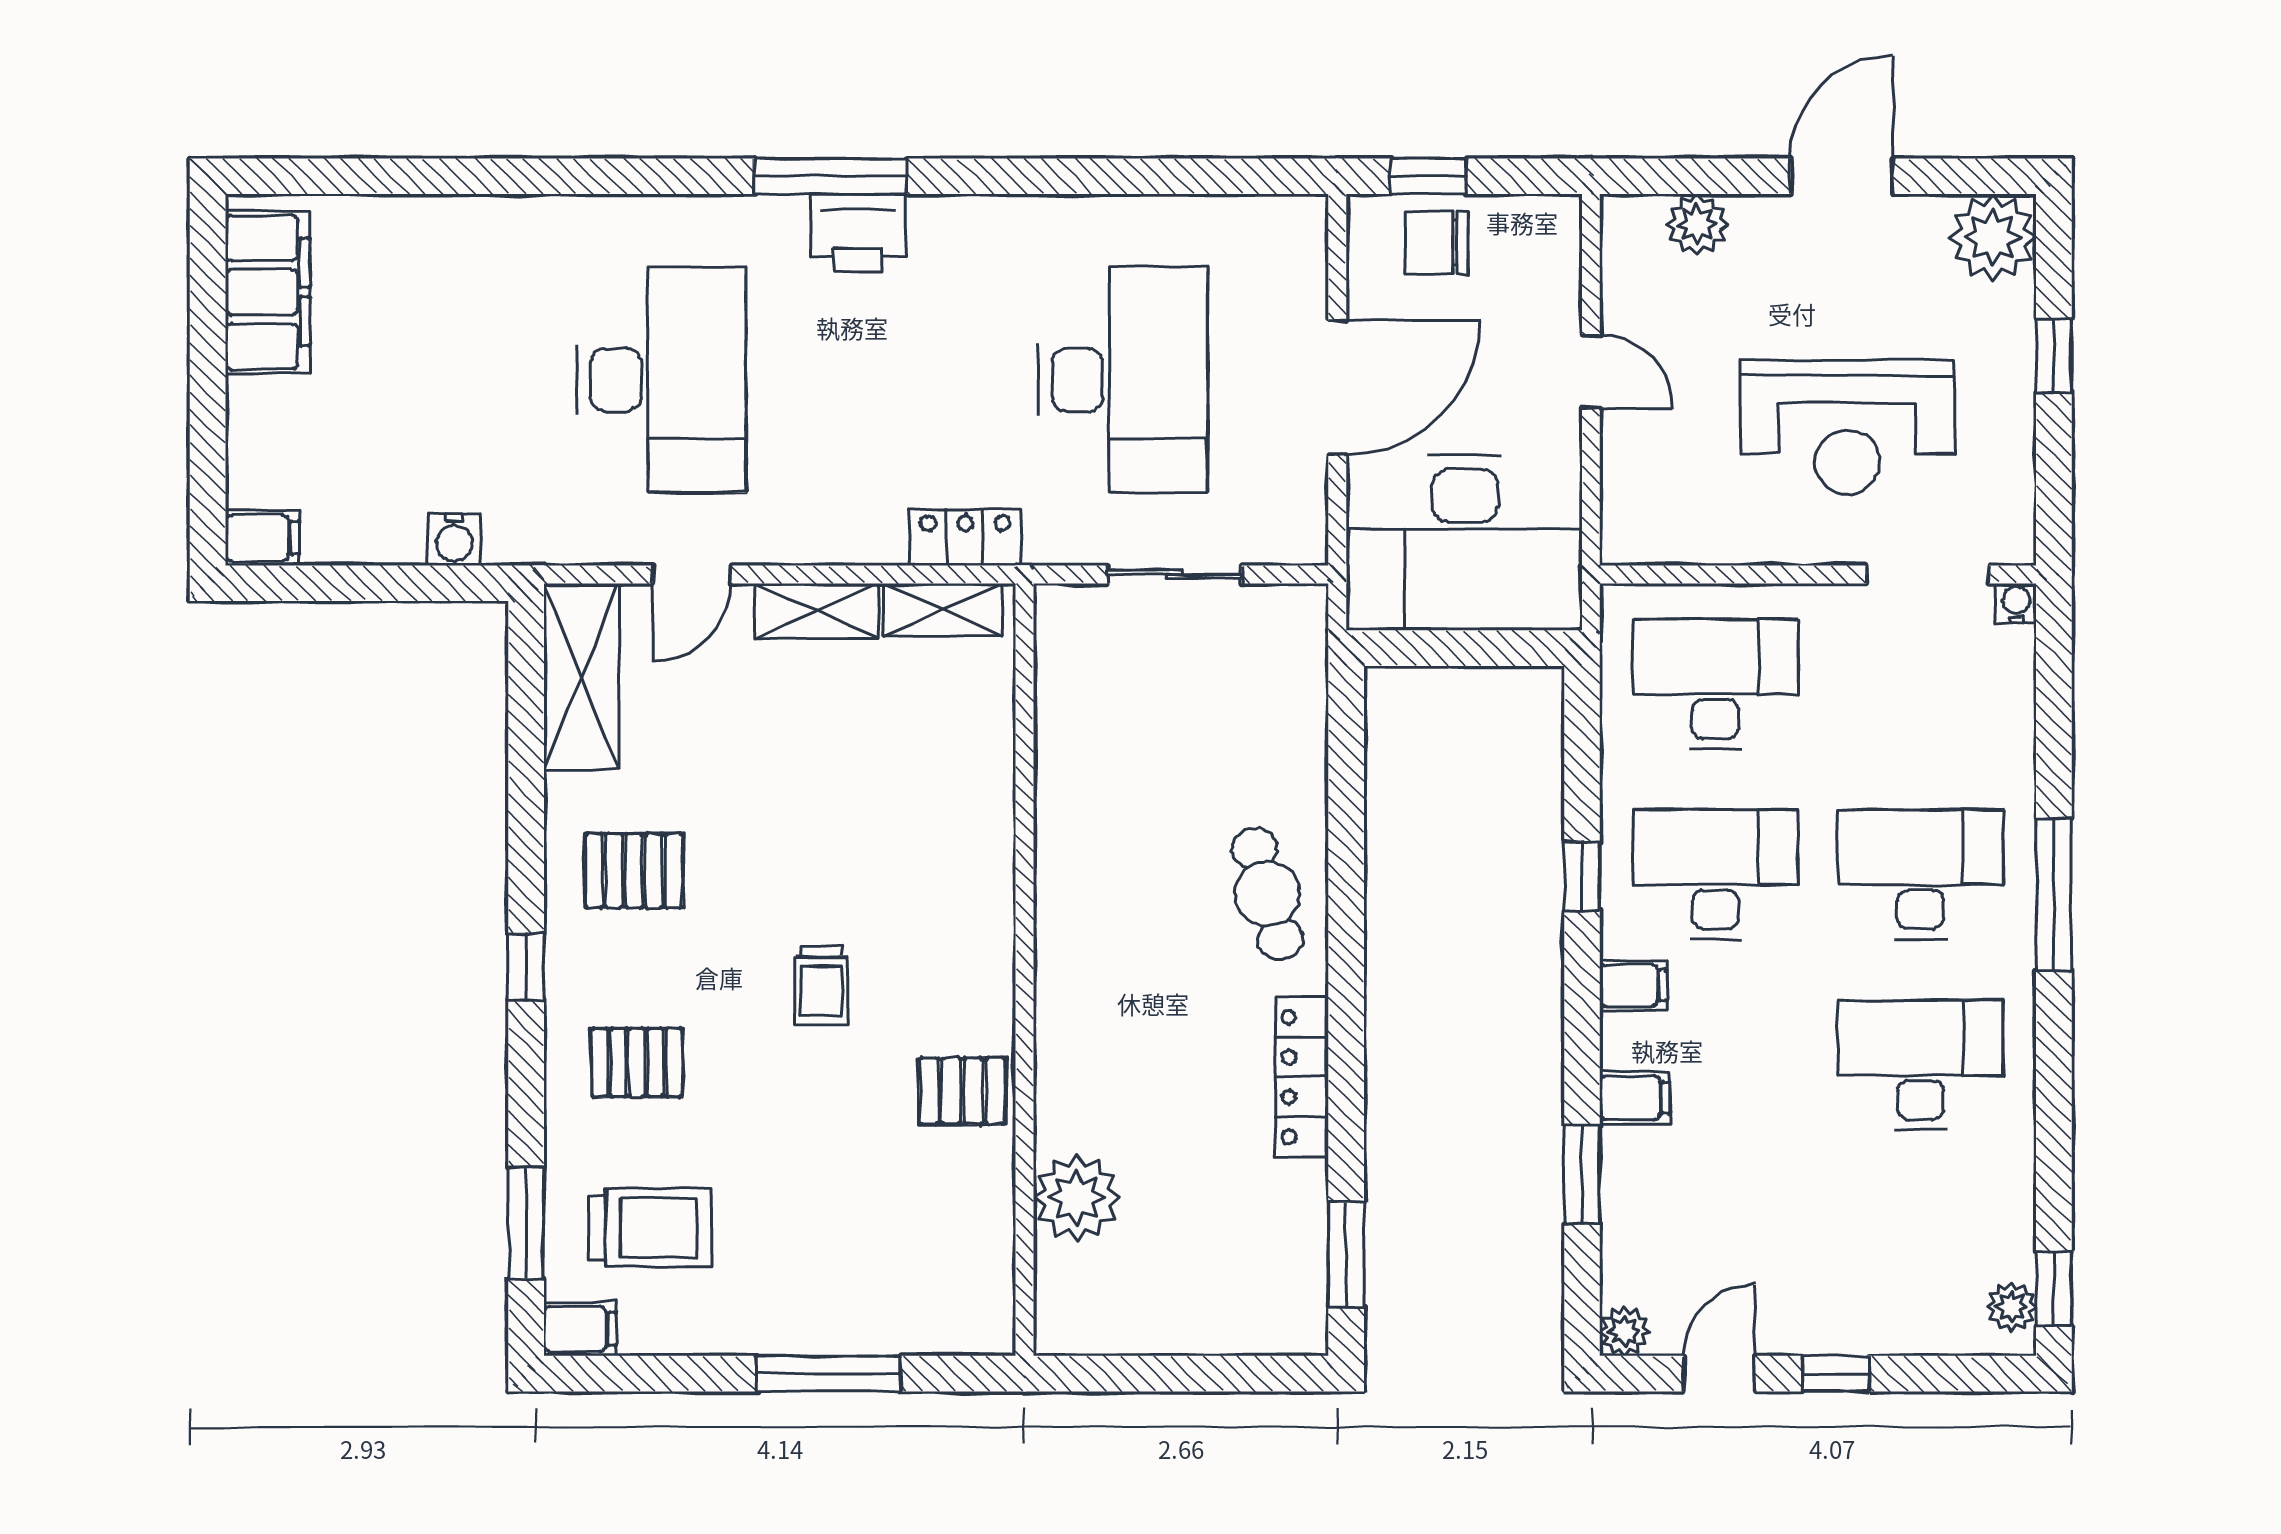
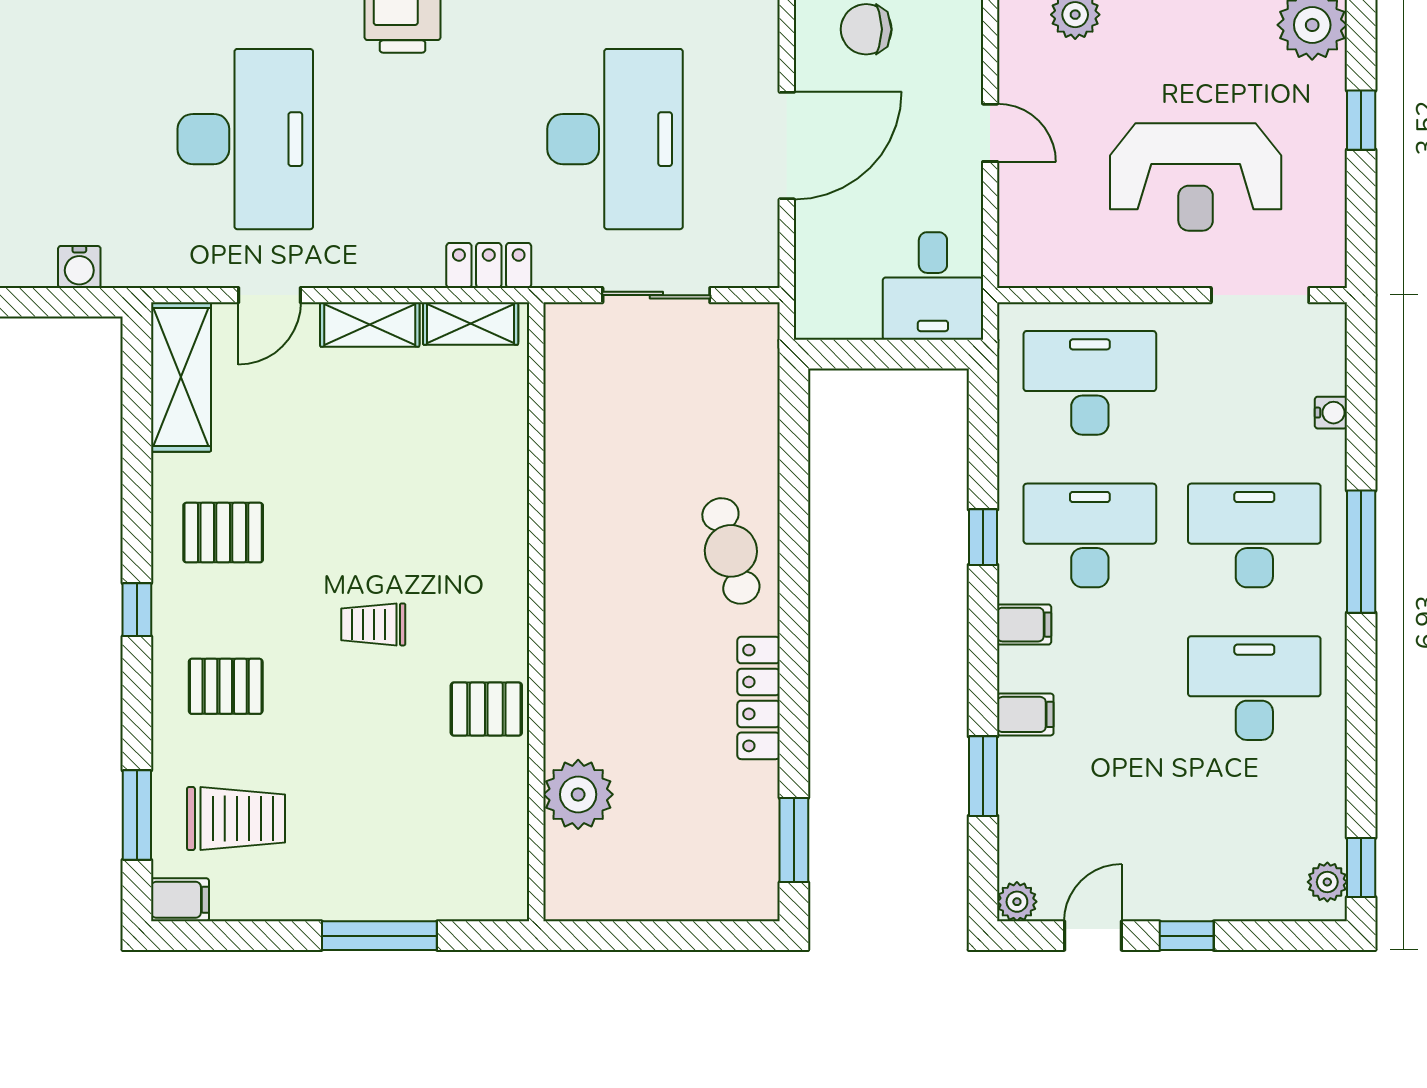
desk: (1465, 543) -> (933, 286), width x0.53, depth x0.77
water cooler: (2016, 603) -> (1331, 413), moved, turned 90
trolley: (821, 985) -> (373, 624), turned 90

